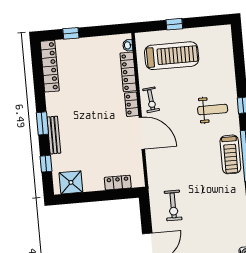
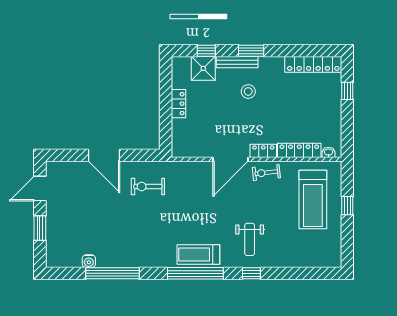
stool: (79, 123) -> (248, 91), added
shower: (71, 182) -> (203, 68), moved
locker: (118, 183) -> (178, 104), moved

